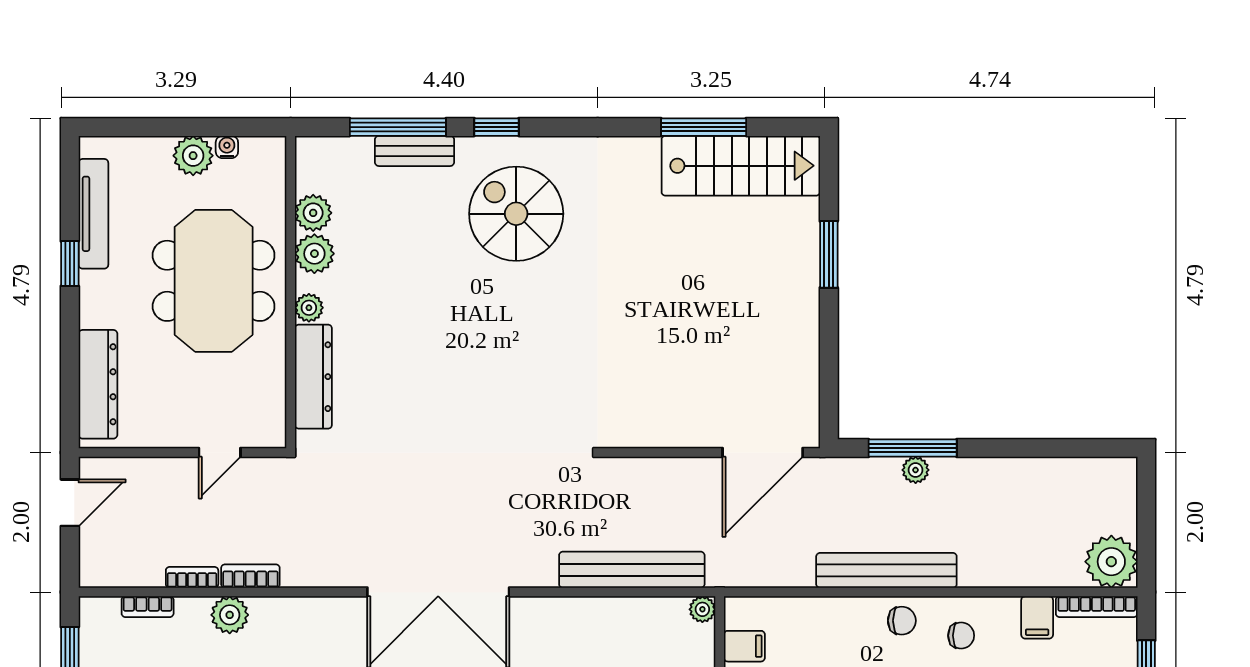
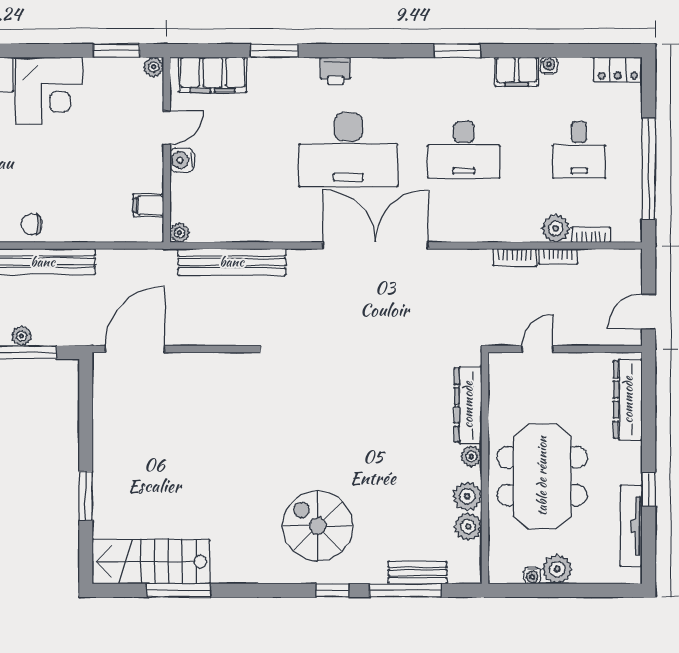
bench: (415, 151) -> (418, 573), moved
spiral stairs: (516, 214) -> (318, 526), turned 180
plant: (230, 615) -> (556, 229), moved

